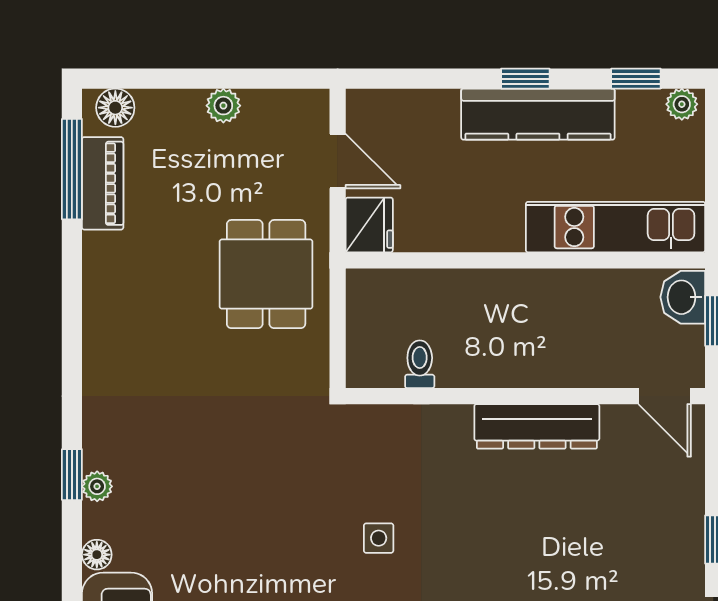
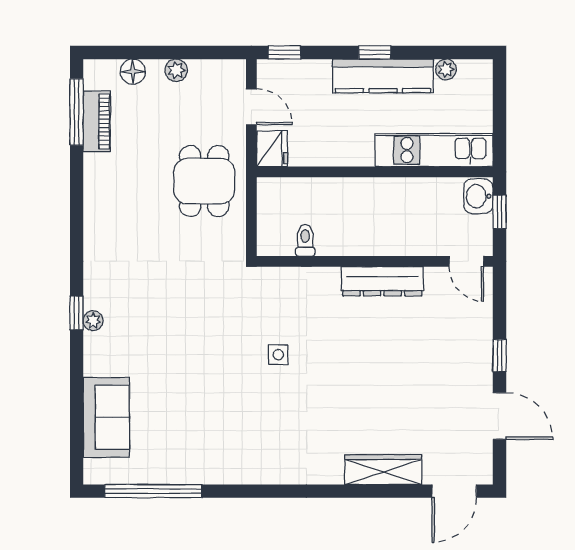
window: (636, 79) -> (284, 52), moved
plant: (682, 104) -> (446, 69), moved
floor lamp: (115, 108) -> (133, 72), moved
floor lamp: (97, 555) -> (93, 366), removed

